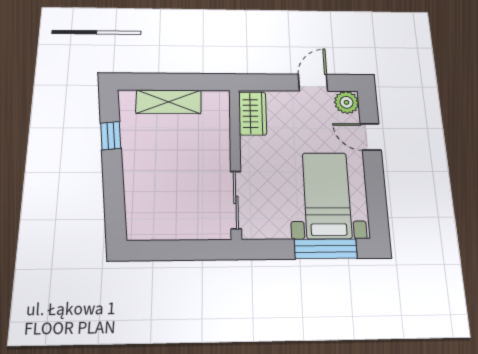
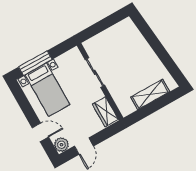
window: (111, 136) -> (167, 61), removed
sliding door: (236, 200) -> (95, 72), moved

